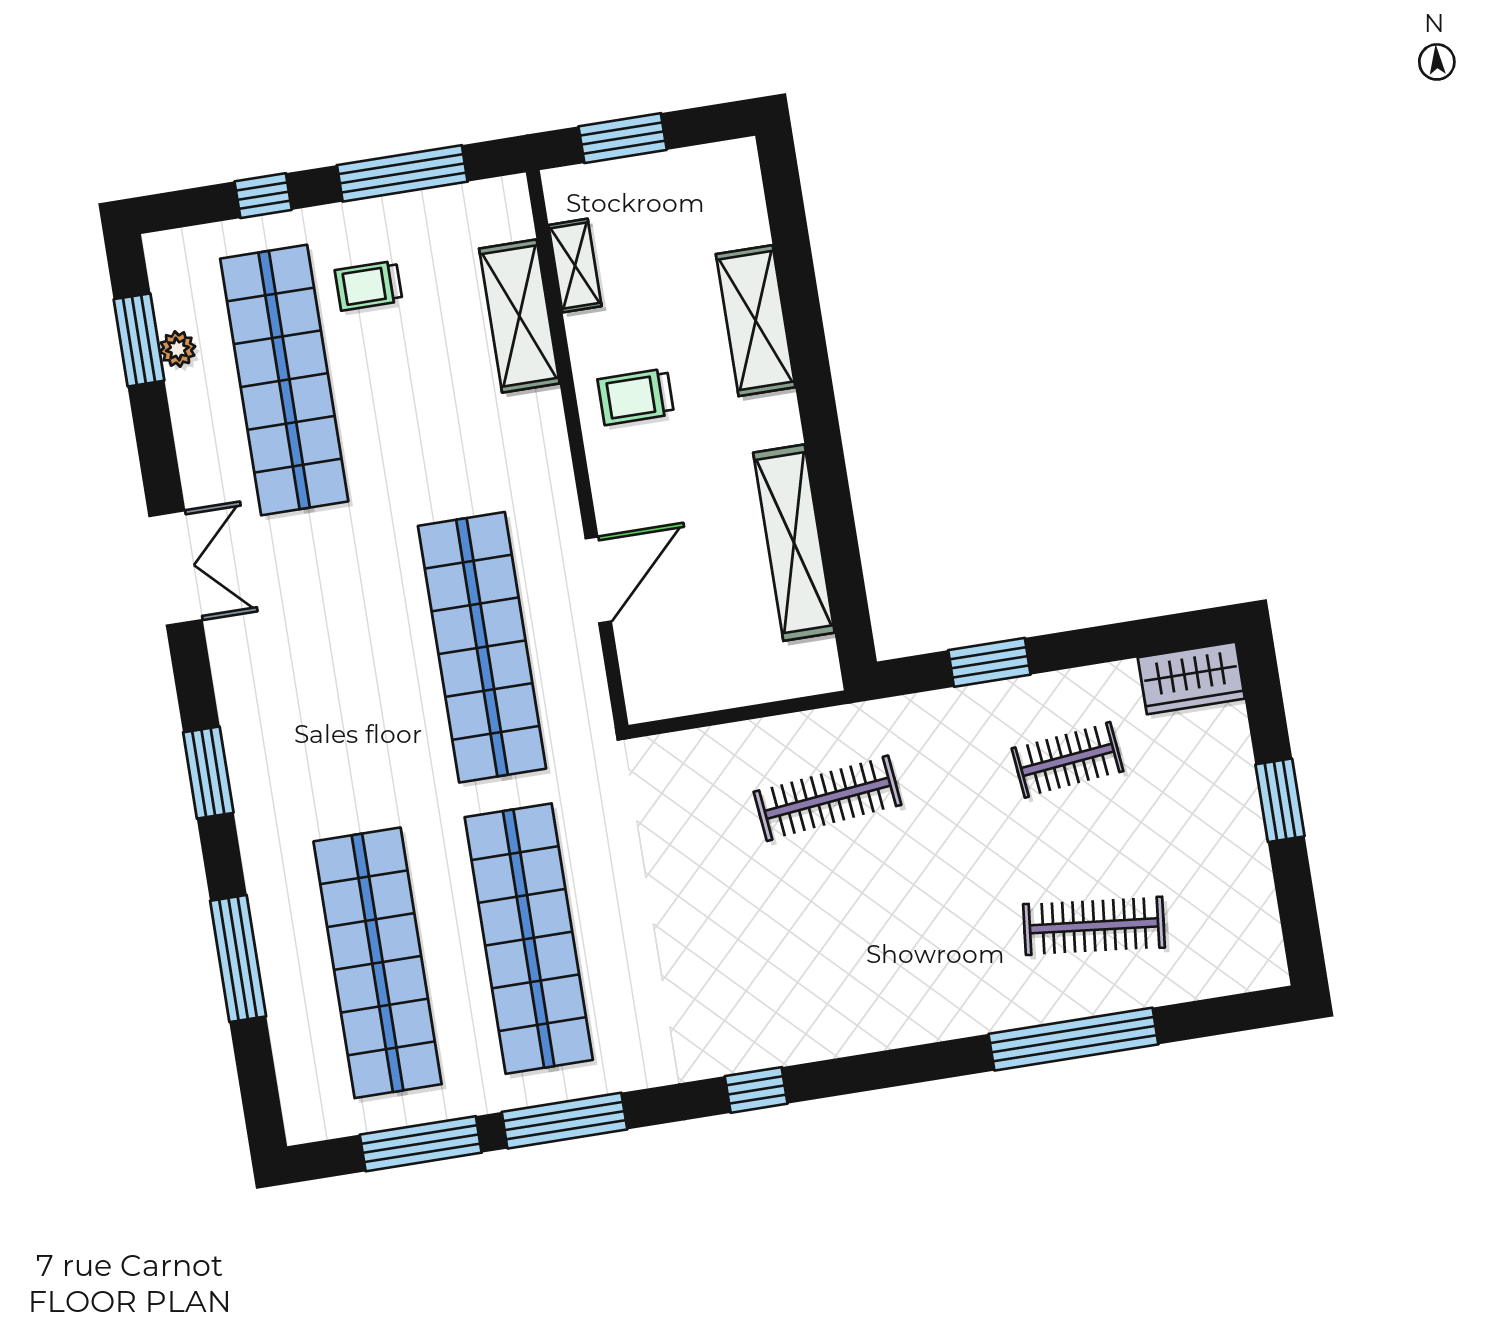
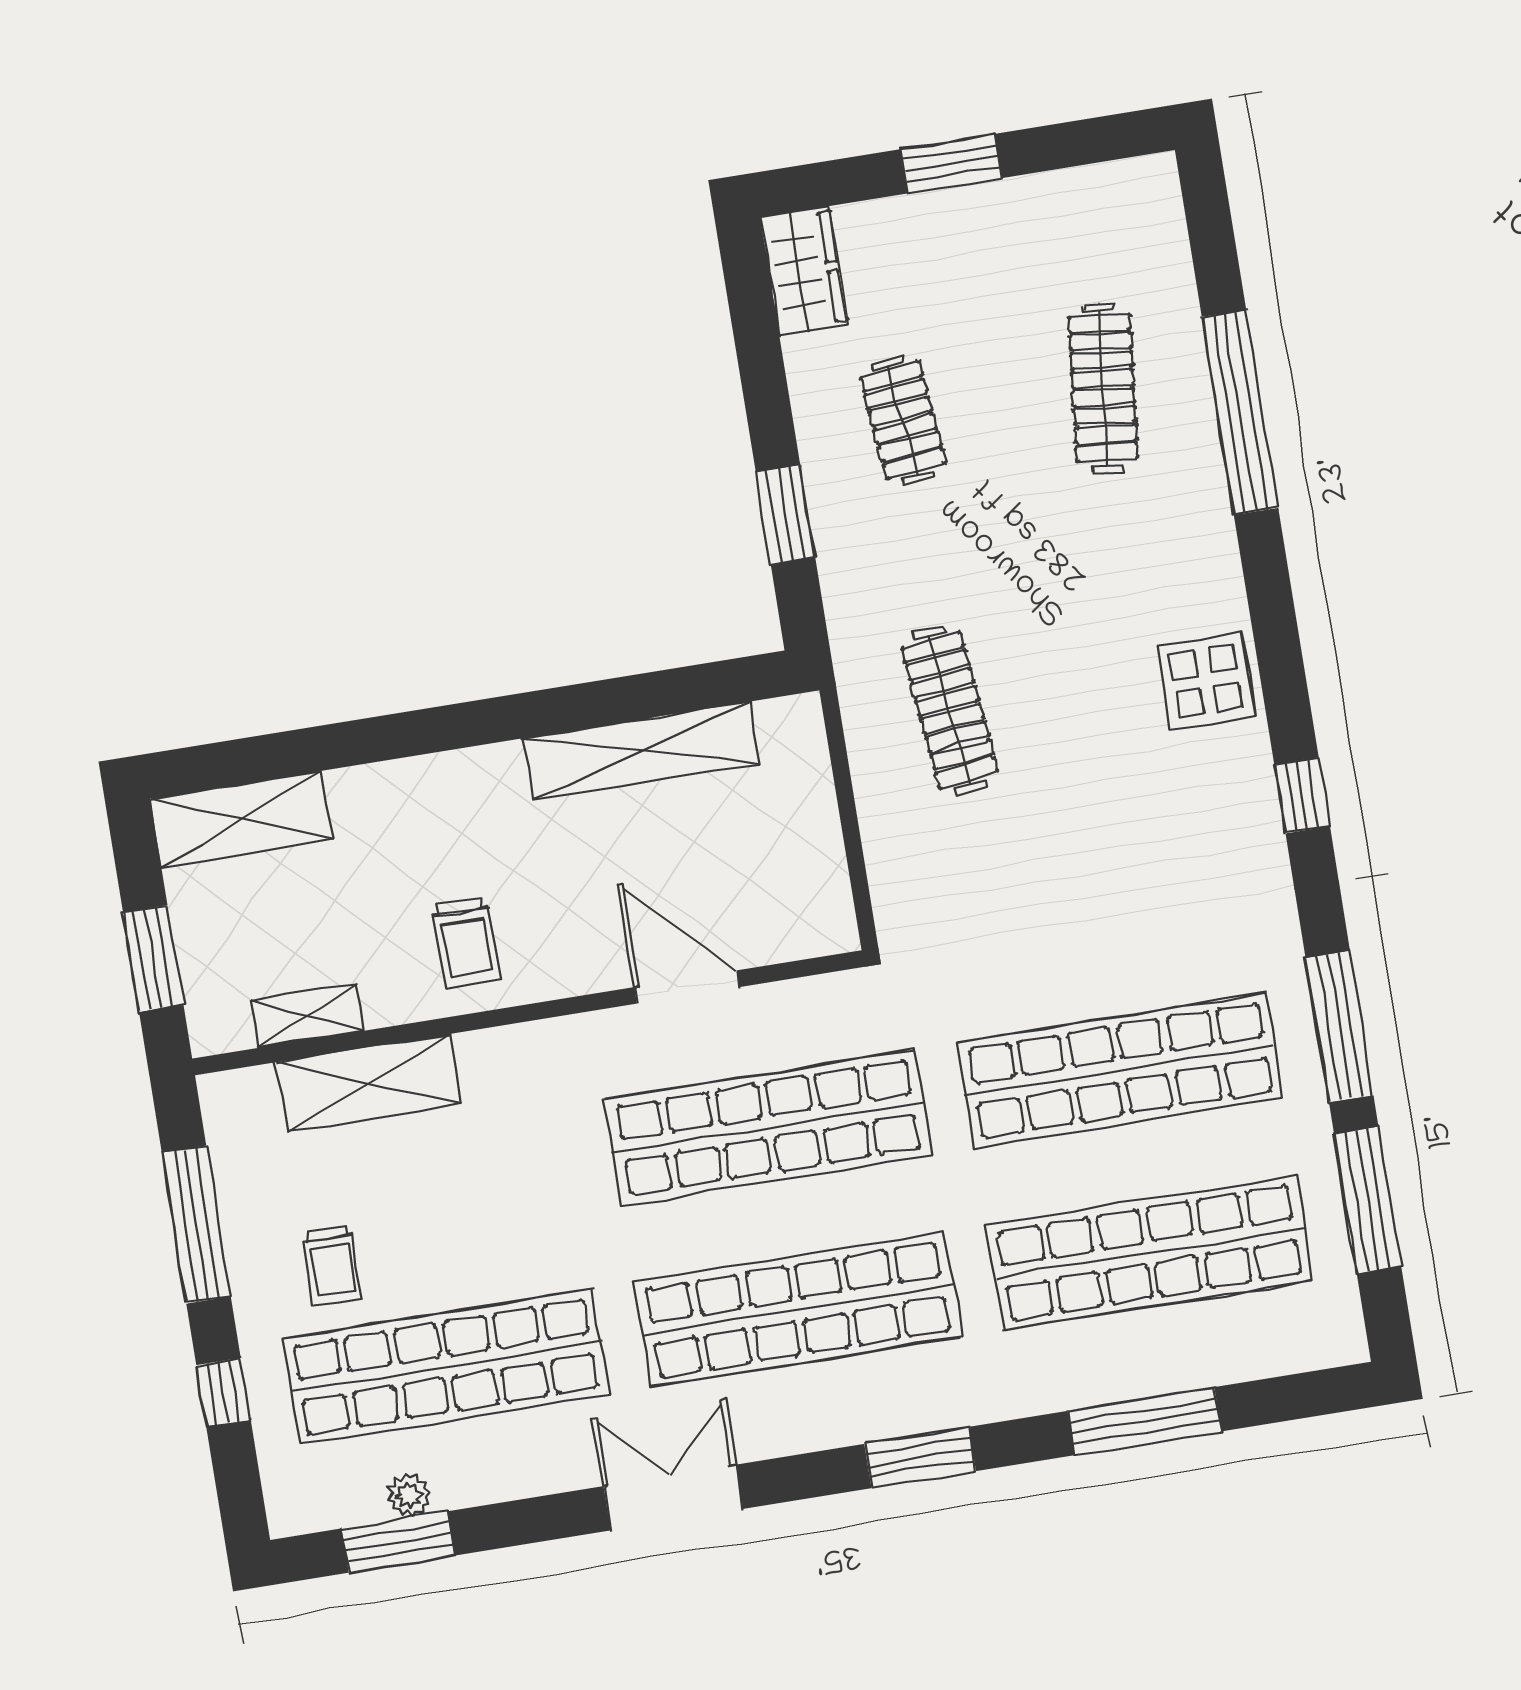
shelving: (756, 321) -> (241, 819), moved
shop shelf: (331, 671) -> (798, 1310), added
display table: (851, 1010) -> (1206, 681), added

